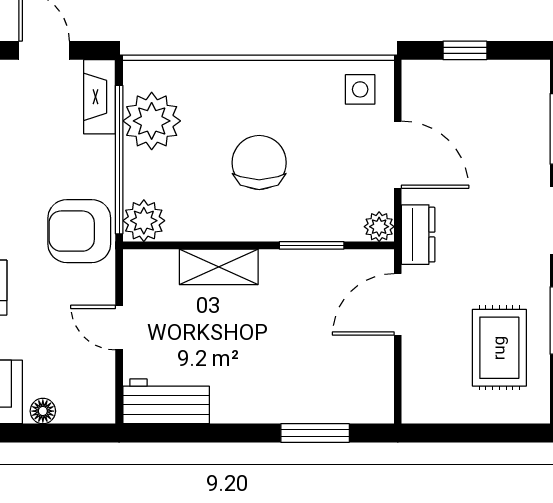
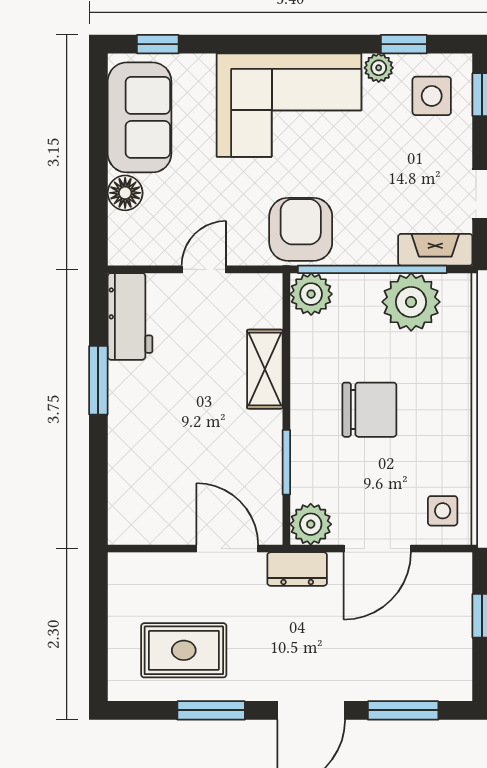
plant: (379, 227) -> (311, 524), width x1.38, depth x1.38
floor lamp: (43, 411) -> (125, 193), width x1.37, depth x1.37
window: (315, 433) -> (98, 380), moved

